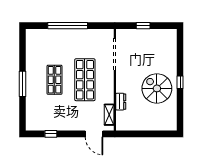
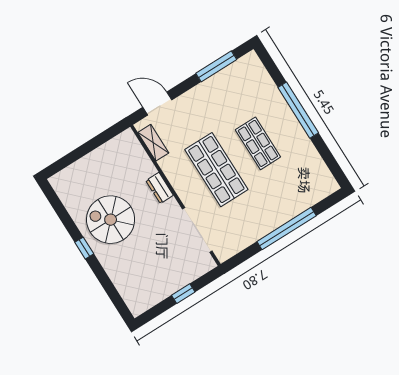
window: (22, 84) -> (298, 110), width x1.46
spiral stairs: (157, 88) -> (111, 220), turned 180
dresser: (121, 102) -> (160, 188), moved
window: (51, 134) -> (216, 66), width x2.17

